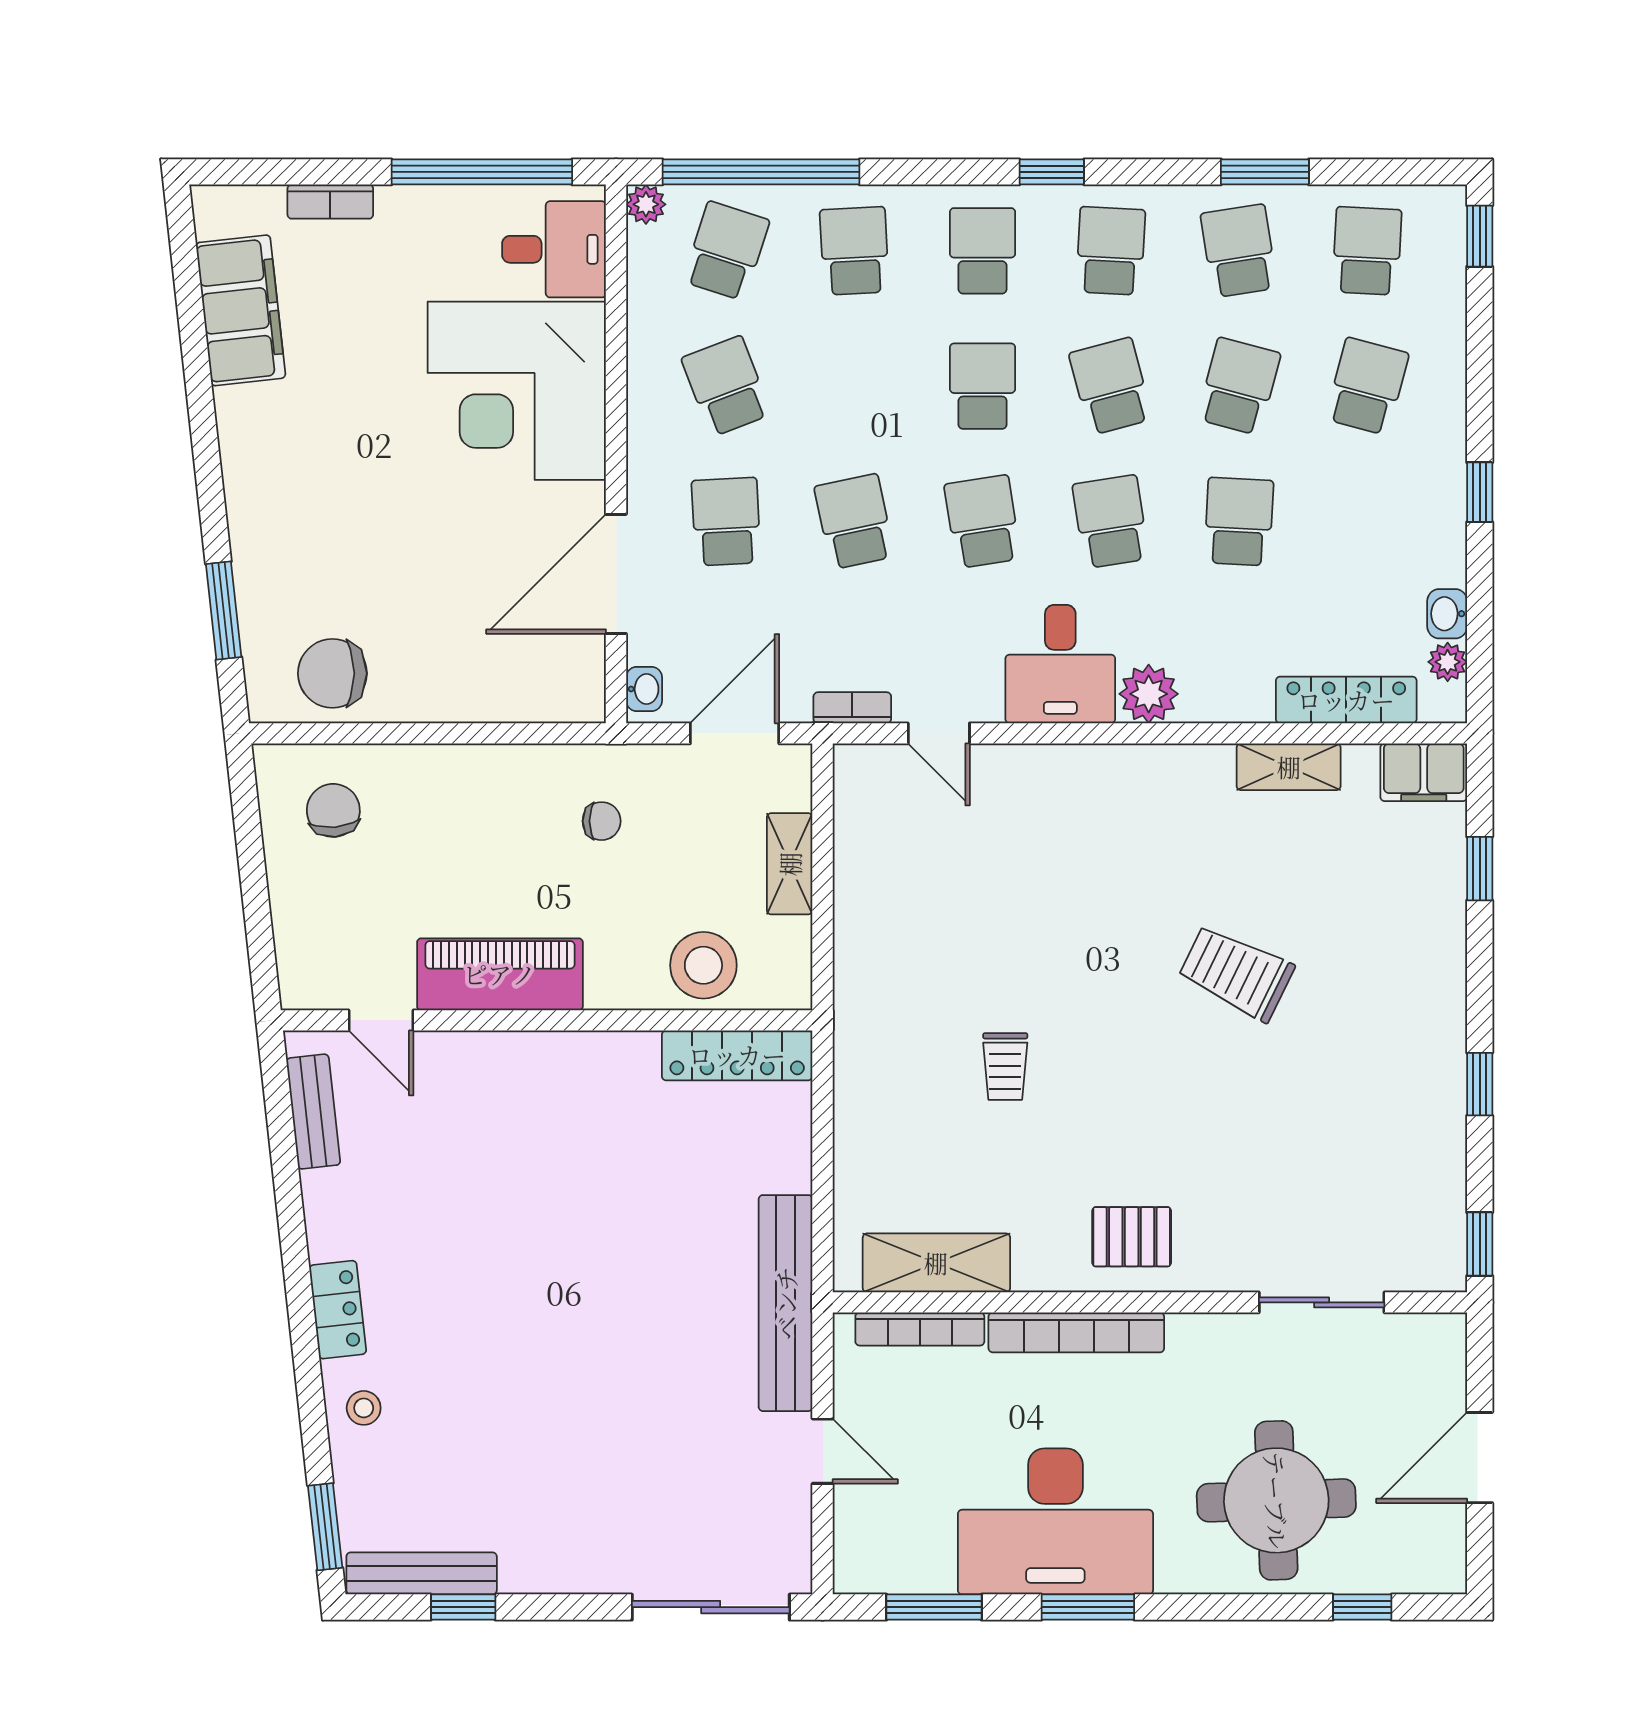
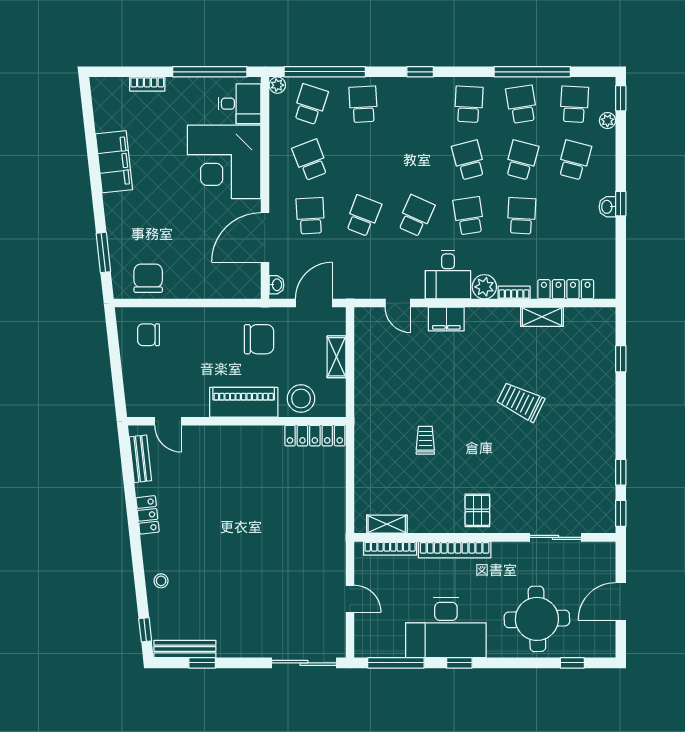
window: (1052, 172) -> (420, 72), moved
window: (1265, 172) -> (532, 72), width x2.11
school desk: (983, 251) -> (416, 104), removed
filing cabinet: (241, 310) -> (114, 162), moved
school desk: (983, 386) -> (416, 160), removed
school desk: (854, 522) -> (363, 216), turned 33
school desk: (983, 522) -> (416, 216), turned 33
washbasin: (1447, 614) -> (607, 207), moved
plant: (1448, 662) -> (607, 121), moved
chair: (332, 673) -> (148, 278), turned 90
bookcase: (852, 708) -> (514, 292), moved
filing cabinet: (1424, 772) -> (446, 319), moved
chair: (333, 810) -> (149, 335), turned -85
chair: (602, 821) -> (259, 339), width x1.87, depth x1.87
piano: (500, 974) -> (244, 402), moved
trolley: (1005, 1067) -> (425, 440), turned 180
window: (1480, 1084) -> (621, 472), moved
pallet: (1132, 1237) -> (477, 510), turned 90
shelving: (936, 1263) -> (387, 524), width x0.67, depth x0.75
bench: (786, 1303) -> (335, 538), removed
locker: (338, 1310) -> (148, 515), moved
window: (325, 1527) -> (145, 630), width x0.67
window: (934, 1607) -> (396, 663), width x1.44
window: (1088, 1607) -> (459, 663), width x0.67

